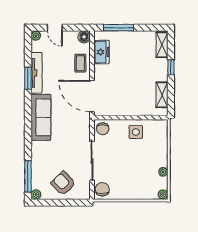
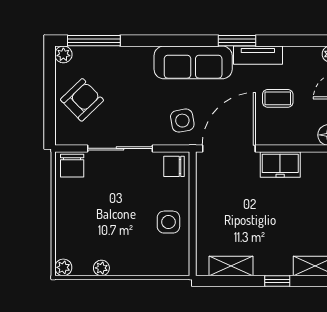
freezer: (102, 52) -> (280, 164), moved
coffee table: (80, 63) -> (278, 98), moved
tv unit: (37, 73) -> (258, 55), width x0.71
window: (28, 78) -> (237, 41), moved
side table: (75, 124) -> (182, 121), added
chair: (102, 189) -> (72, 166), turned 90

